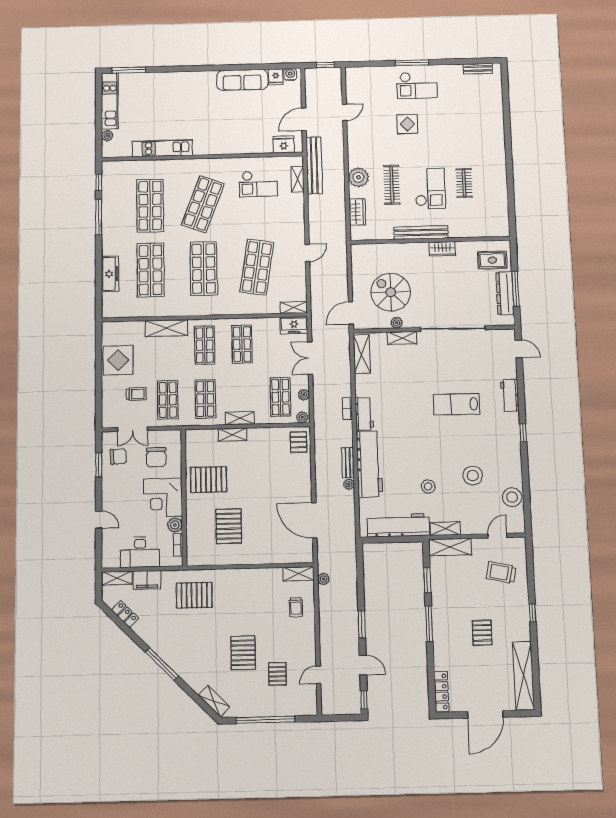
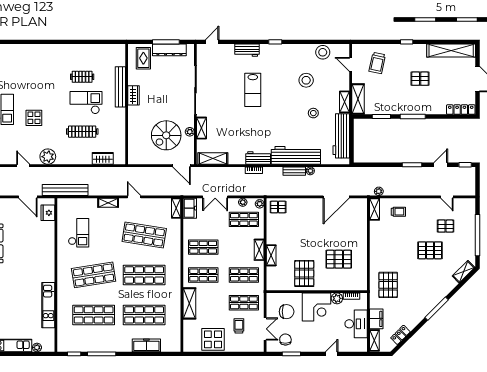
plant: (358, 177) -> (48, 157), moved
shelving: (298, 179) -> (108, 203), moved
shop shelf: (203, 204) -> (94, 275), turned -30
bench: (421, 233) -> (120, 87), moved

